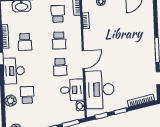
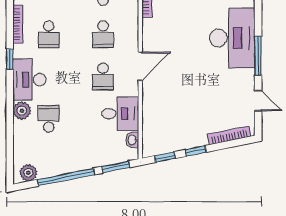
desk: (100, 90) -> (232, 38), moved, turned 180
plant: (11, 101) -> (22, 111), moved

